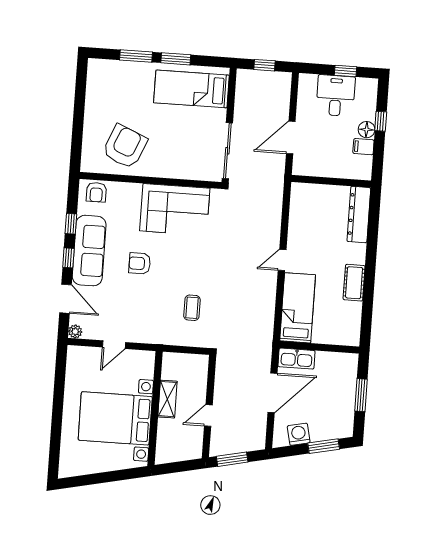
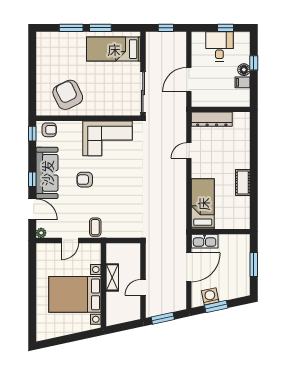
armchair: (125, 147) -> (68, 95), turned -49
armchair: (96, 192) -> (49, 130), turned -90
dresser: (359, 215) -> (212, 119), moved, turned -90
window: (71, 224) -> (32, 134), moved
door: (282, 260) -> (189, 151), moved
coffee table: (192, 308) -> (95, 227), moved
window: (324, 446) -> (216, 307), moved

